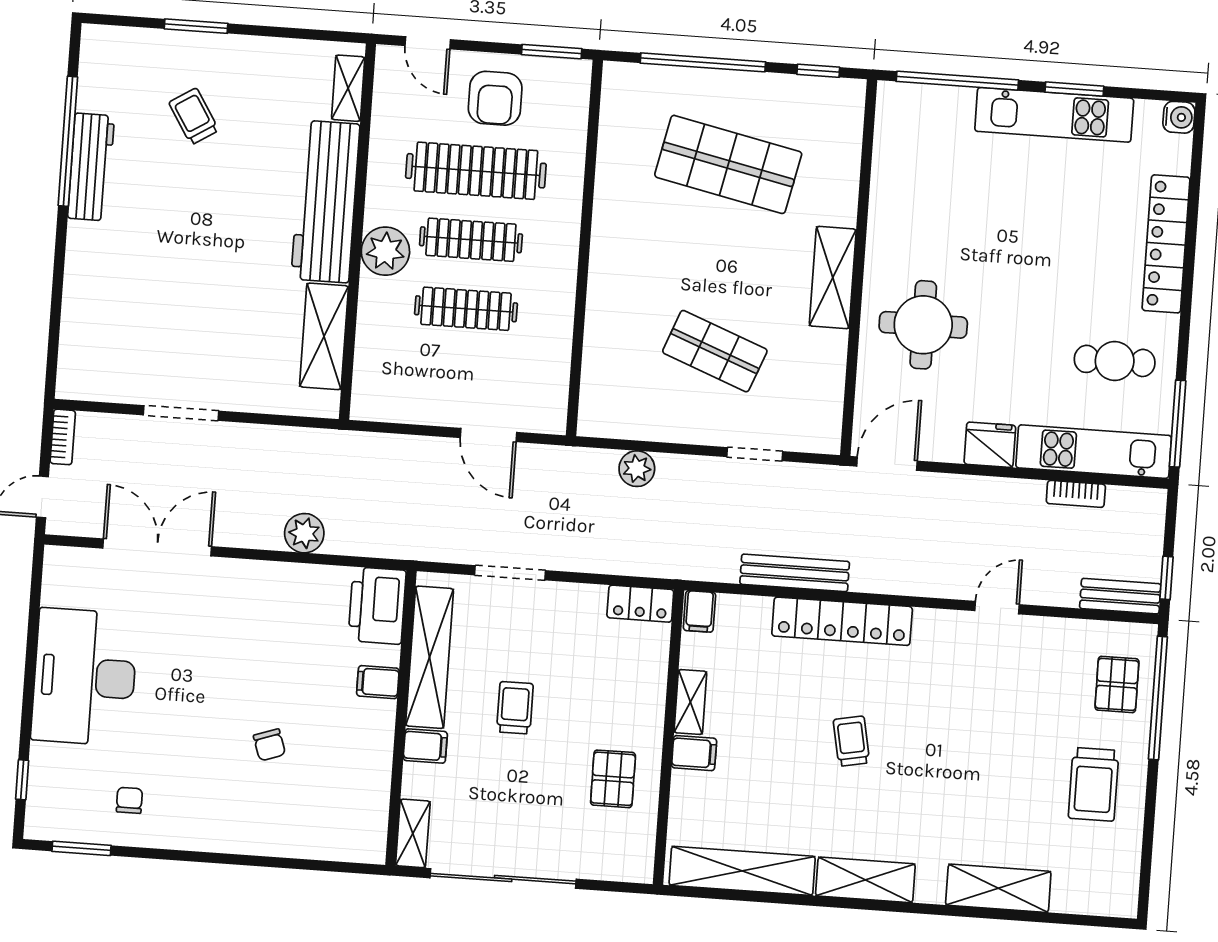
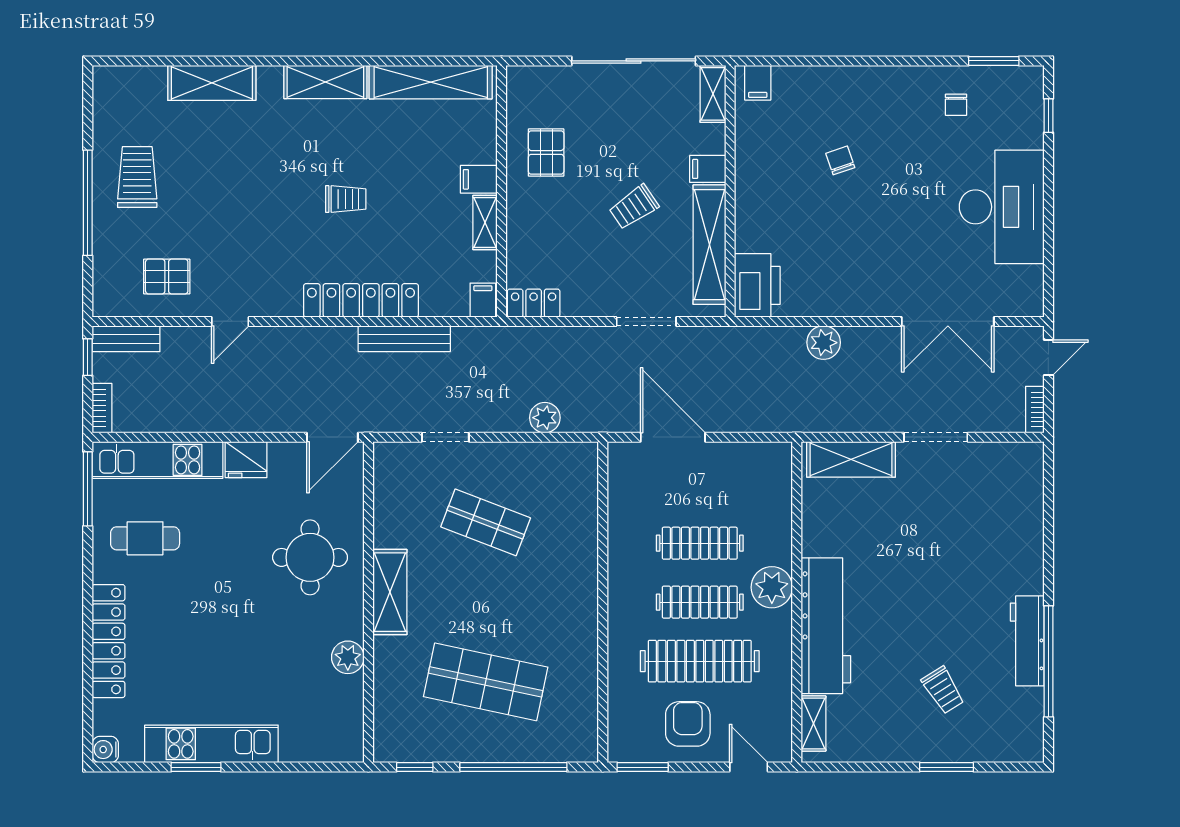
window: (957, 81) -> (296, 767), removed
plant: (887, 205) -> (348, 657), added
shelving: (324, 336) -> (851, 459), moved, turned 90
door: (489, 435) -> (673, 437), width x1.36
bookcase: (1076, 494) -> (102, 408), moved, turned 90
filing cabinet: (378, 682) -> (758, 83), moved, turned 90
pallet: (1117, 684) -> (167, 276), moved, turned 90
window: (1158, 698) -> (88, 203), moved
trolley: (515, 708) -> (634, 207), turned 56
trolley: (851, 741) -> (346, 199), turned -79

